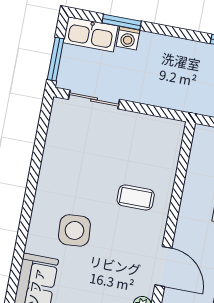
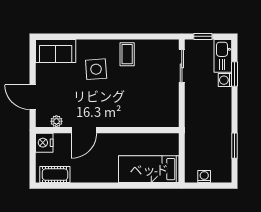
window: (56, 59) -> (203, 36), width x0.67
coffee table: (136, 197) -> (127, 54), moved

